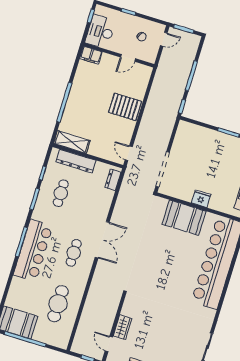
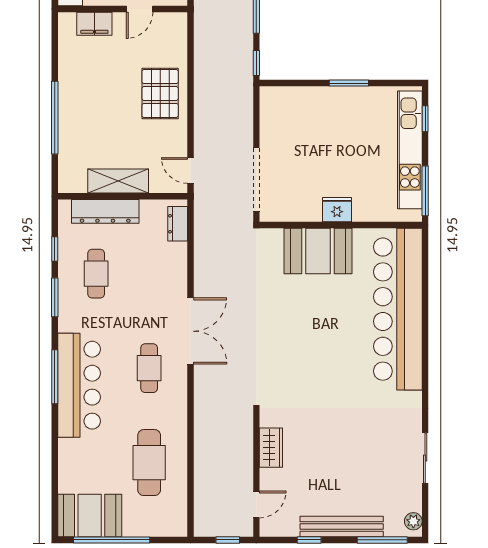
filing cabinet: (91, 55) -> (94, 24), moved
pallet: (125, 107) -> (160, 93), turned 90
shelving: (72, 142) -> (118, 181), moved
wardrobe: (123, 327) -> (271, 448), moved
door: (109, 344) -> (256, 504), swing flipped

